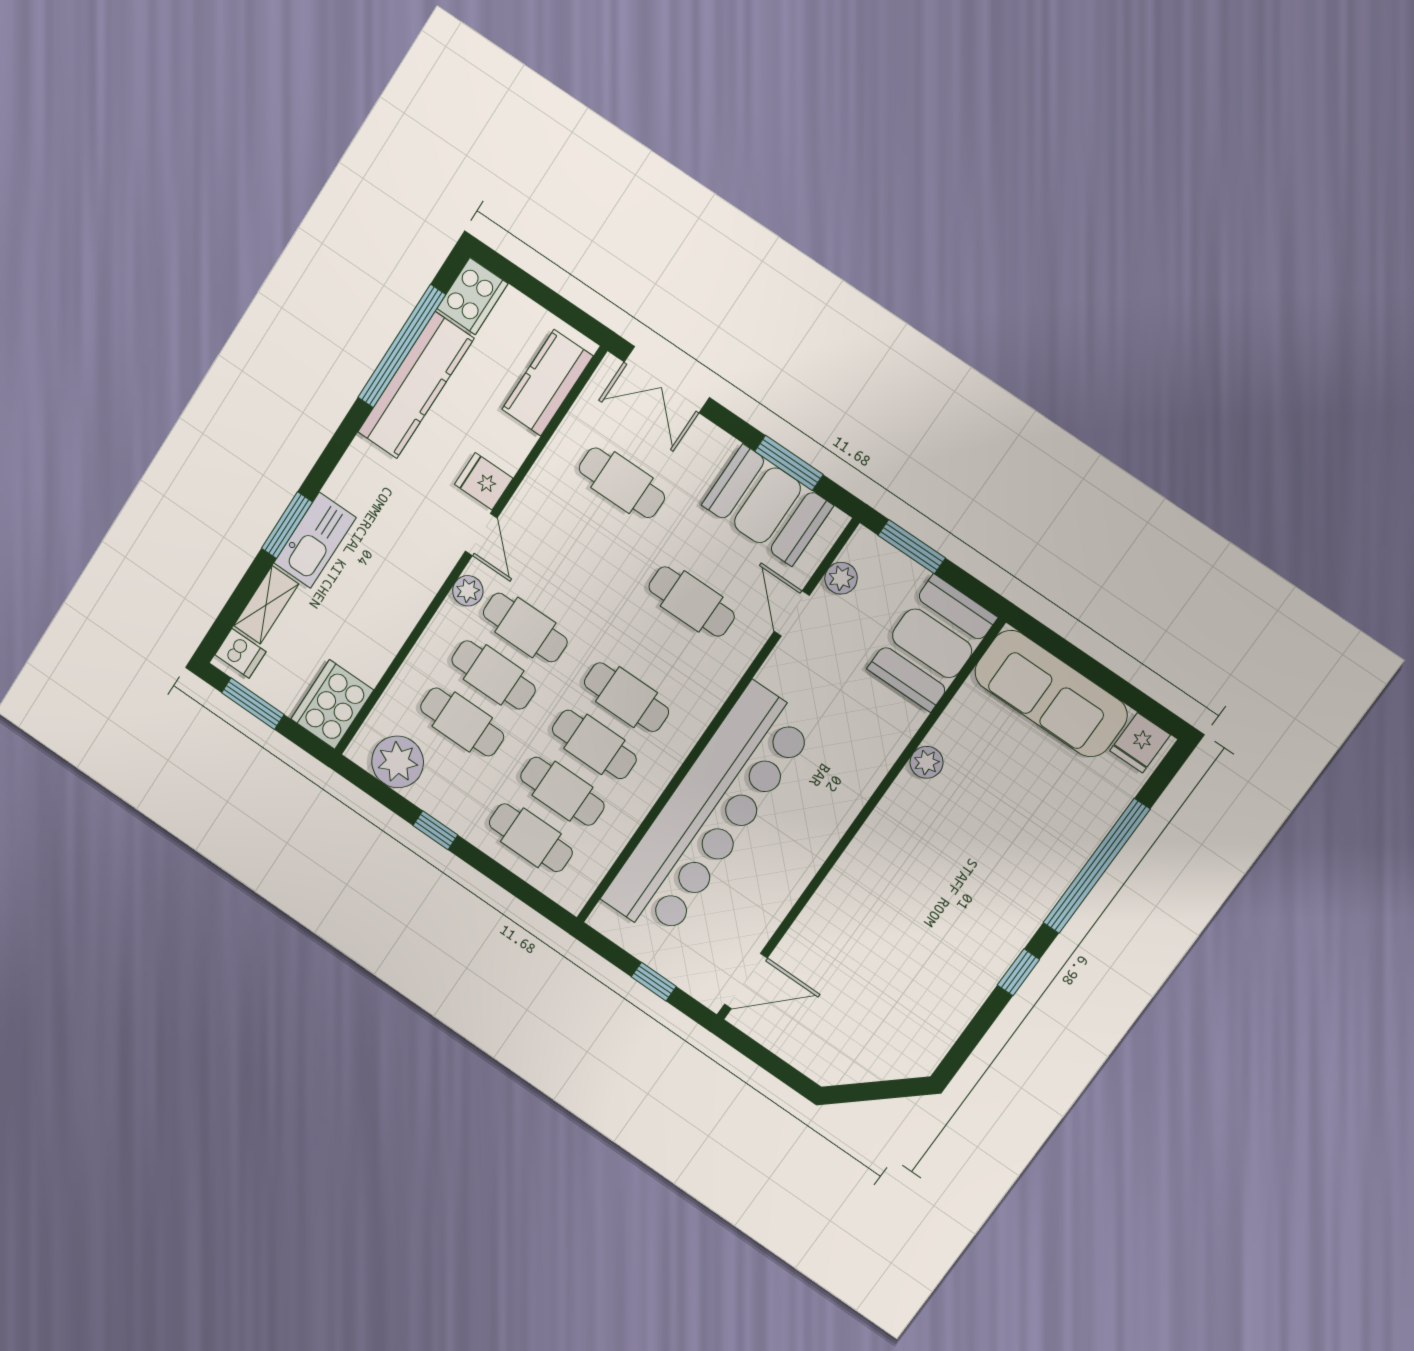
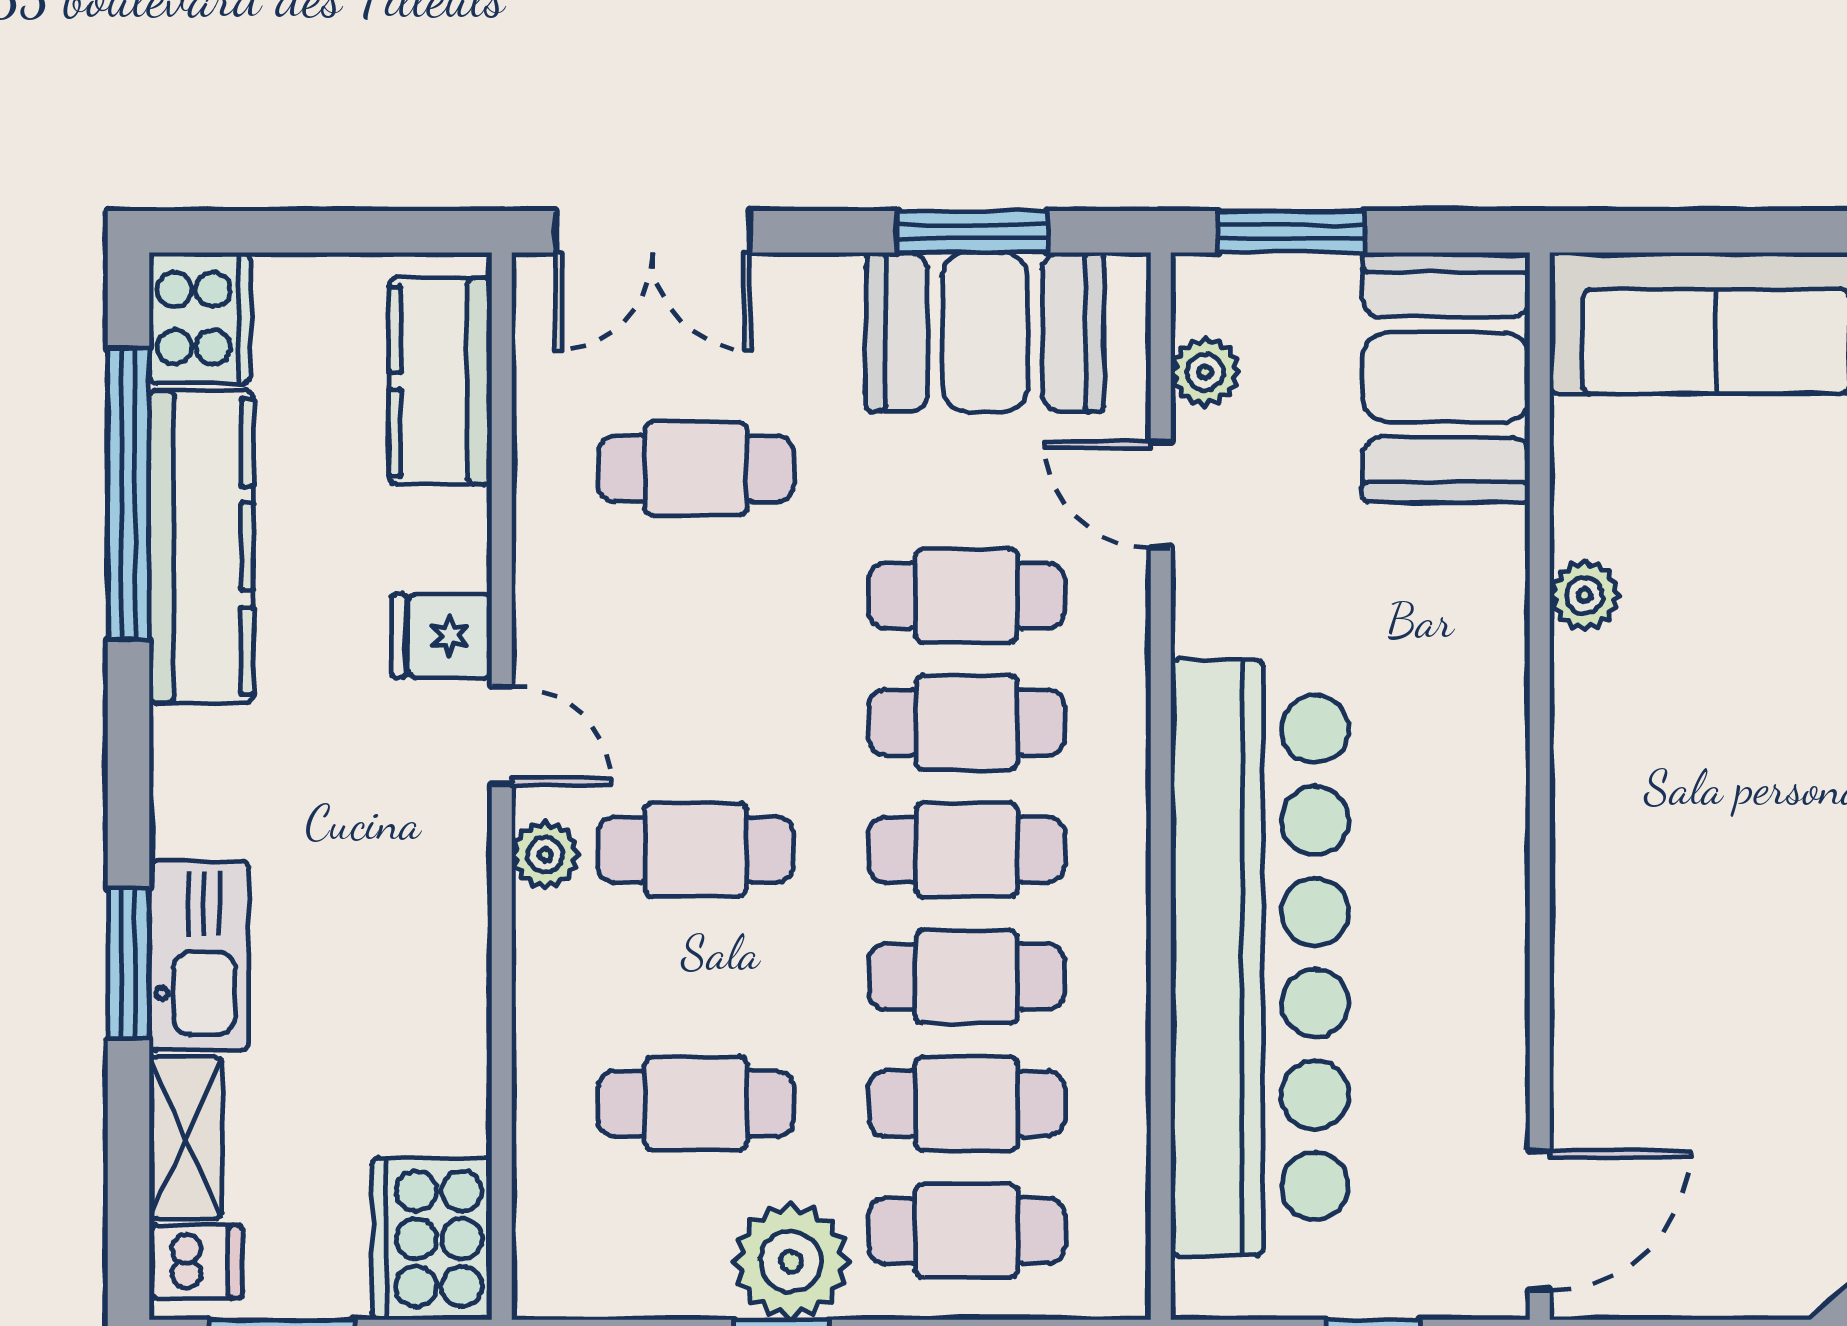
cafe table: (494, 675) -> (967, 723), moved
plant: (398, 762) -> (791, 1262), moved

